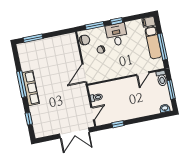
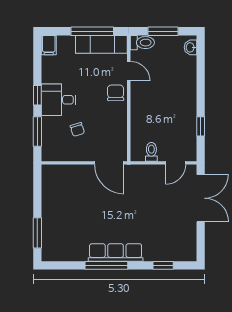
chair: (85, 40) -> (116, 93), moved
exam couch: (153, 43) -> (101, 44), moved
door: (93, 113) -> (176, 163), swing flipped

